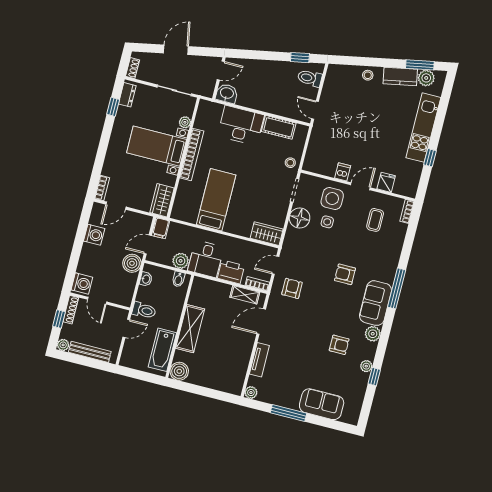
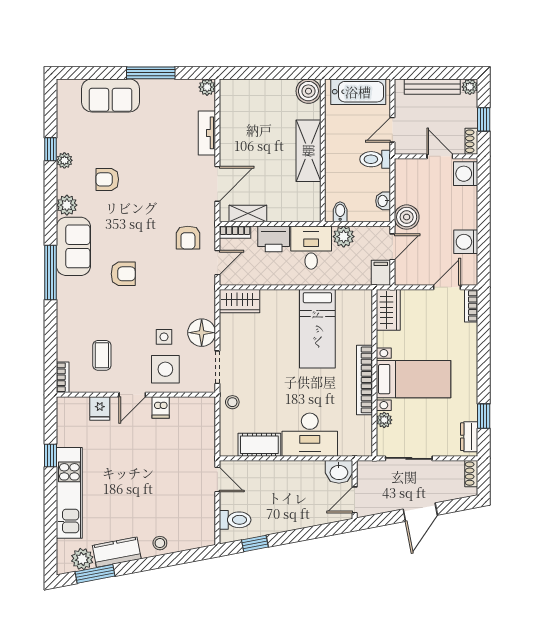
shoe rack: (71, 310) -> (471, 141), width x0.70
bathtub: (162, 350) -> (358, 92), moved, turned 90

